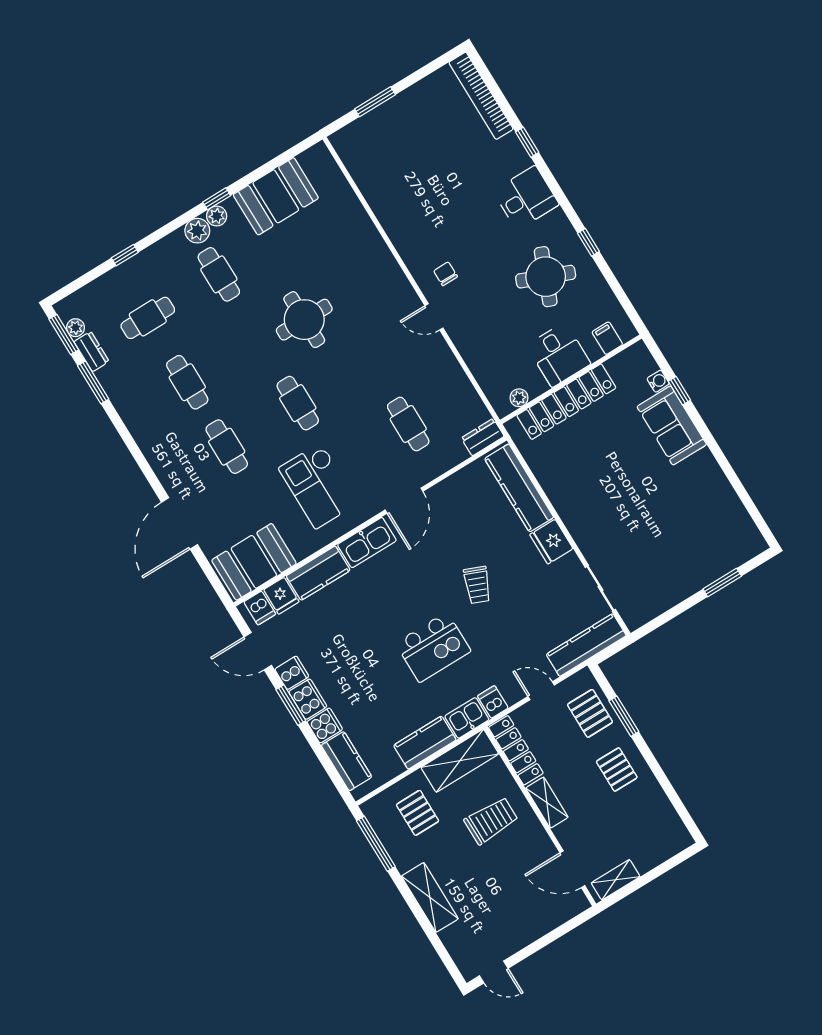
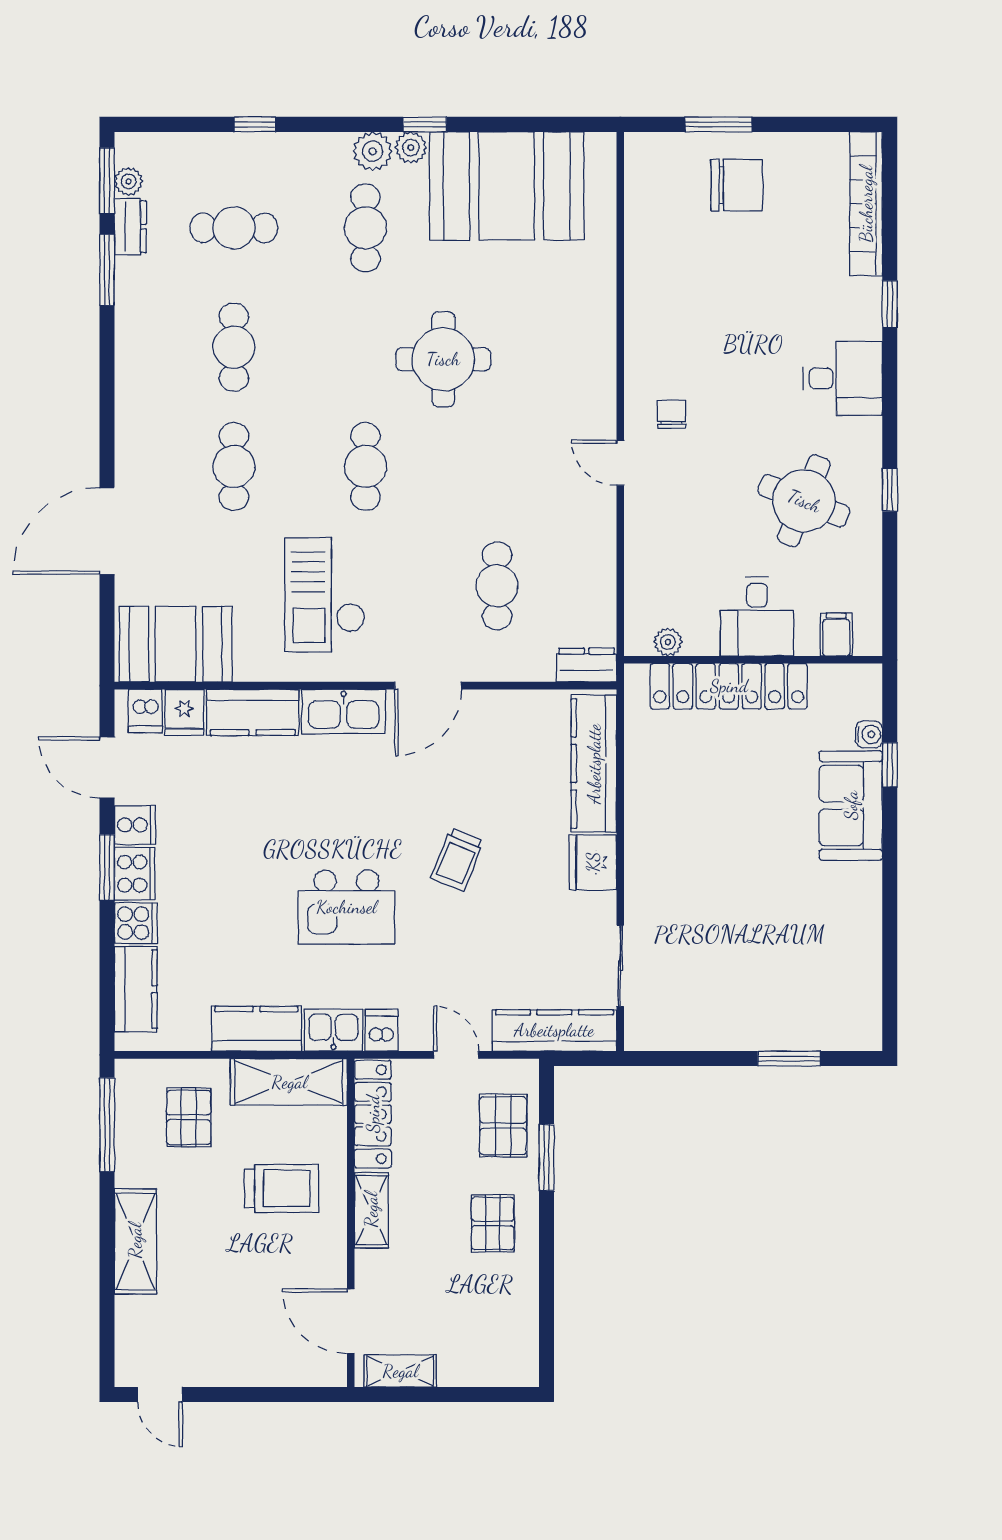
chair: (405, 129) -> (737, 185), added
booth: (276, 196) -> (507, 186), width x1.36, depth x1.42

